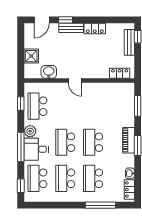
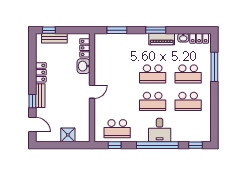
washbasin: (49, 72) -> (83, 66), moved
plant: (30, 131) -> (142, 136), removed
piano: (129, 140) -> (162, 39), moved
window: (21, 147) -> (157, 145), width x1.46
school desk: (37, 178) -> (188, 129), removed

